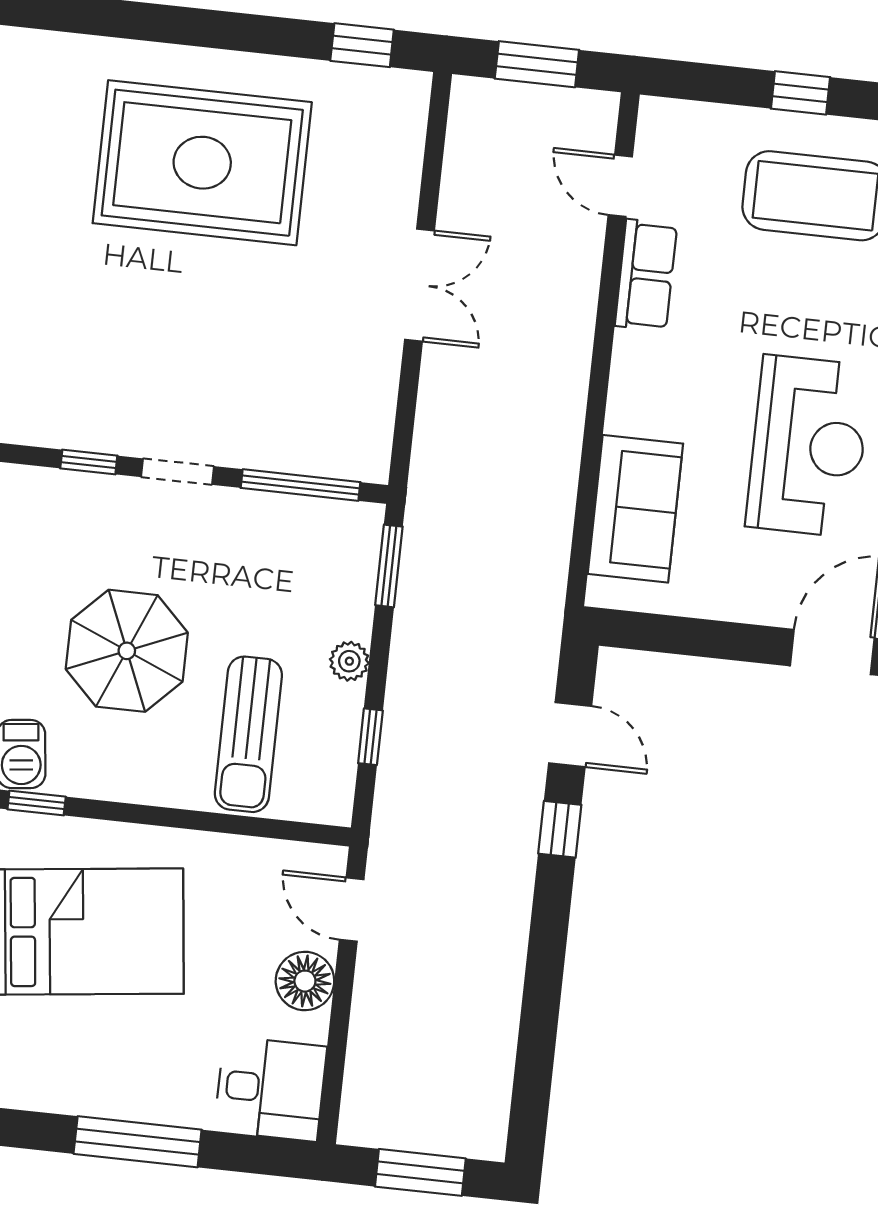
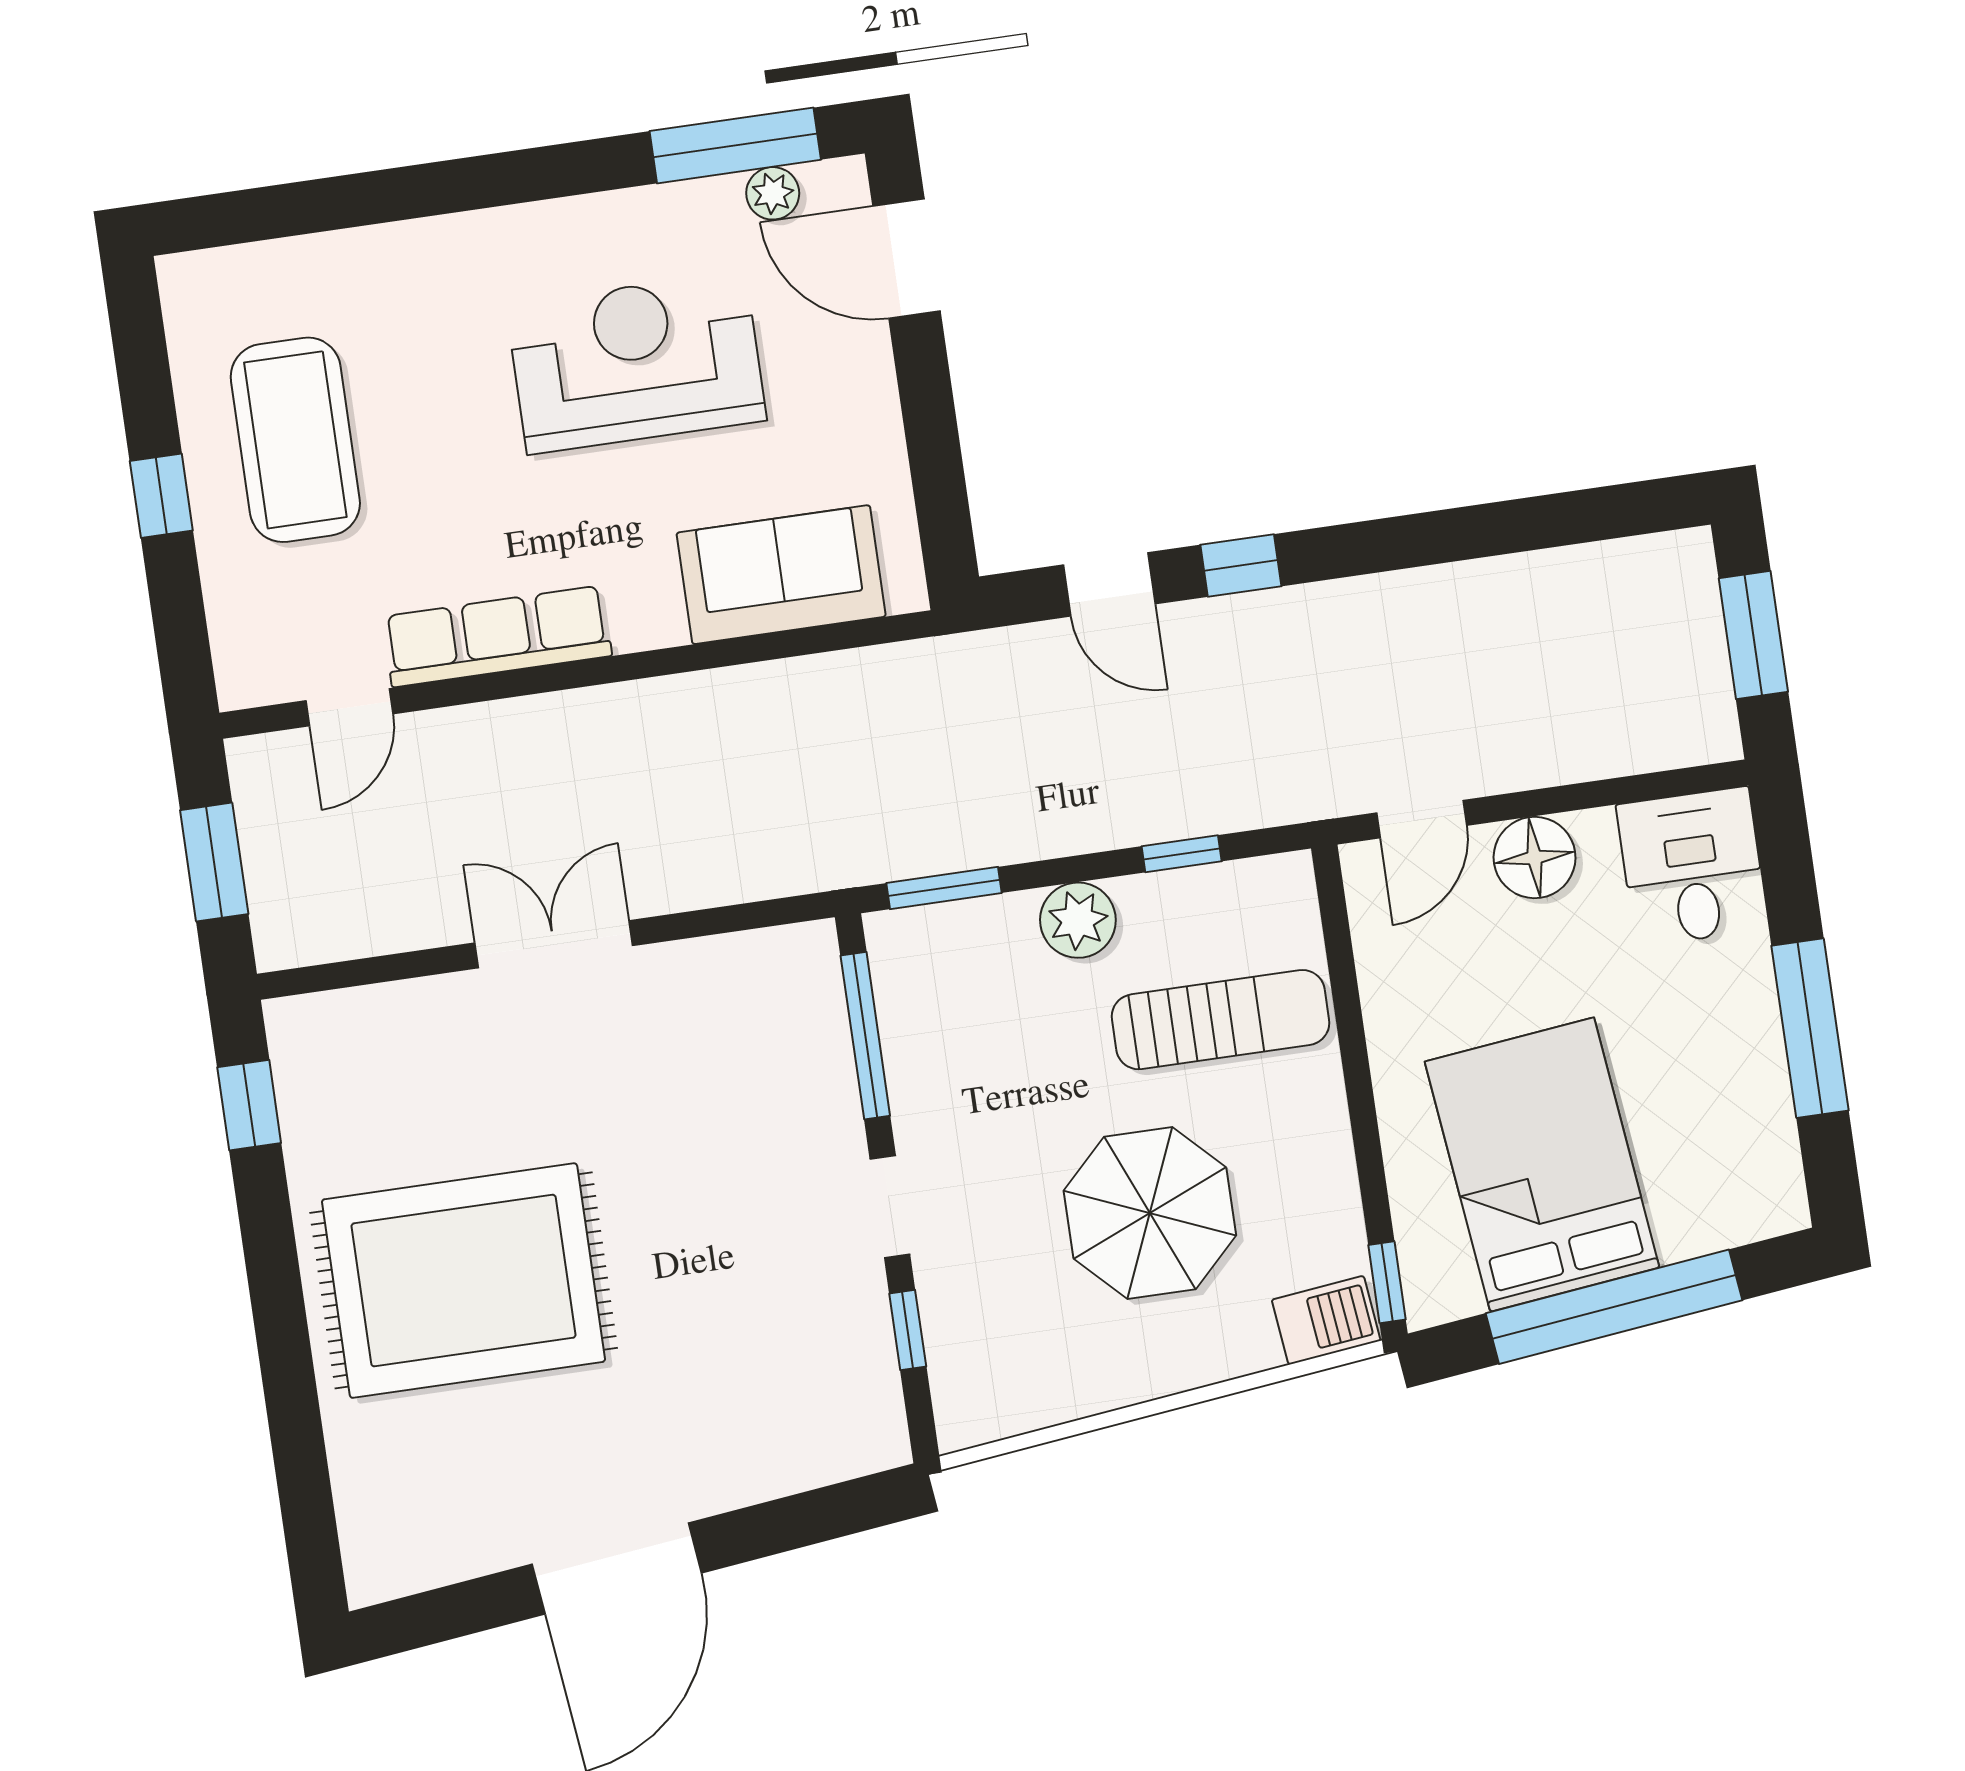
rug: (202, 163) -> (464, 1281), turned 90
row of seats: (646, 275) -> (497, 636), width x1.48
plant: (349, 661) -> (1078, 920), width x1.38, depth x1.38
door: (570, 735) -> (1109, 584), swing flipped

